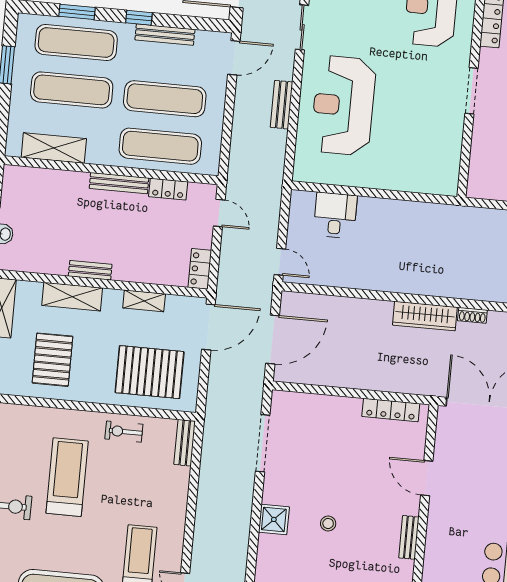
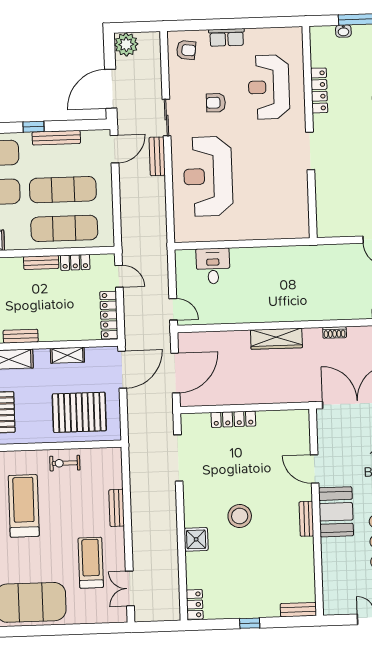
armchair: (364, 17) -> (216, 103), added
bench: (282, 105) -> (157, 156), moved
bench: (119, 183) -> (41, 262), width x0.73
locker: (200, 269) -> (109, 315), width x1.53
wardrobe: (425, 316) -> (276, 339), moved
locker: (391, 410) -> (233, 419), moved
bench: (185, 443) -> (117, 508), moved
shower: (274, 519) -> (196, 539), moved
stool: (328, 524) -> (240, 516), width x1.89, depth x1.89
booth: (446, 534) -> (336, 512), added

